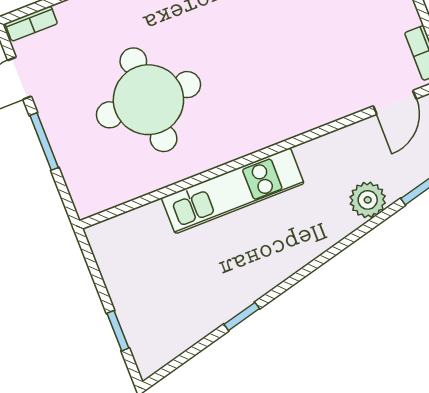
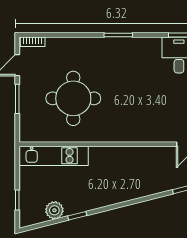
kitchen unit: (233, 191) -> (54, 156), moved
plant: (368, 200) -> (54, 210), moved

